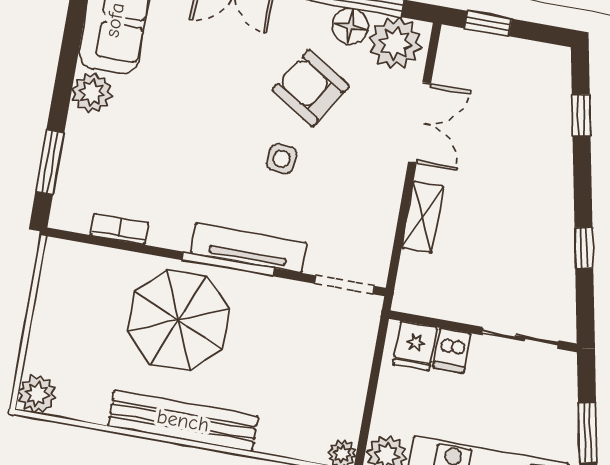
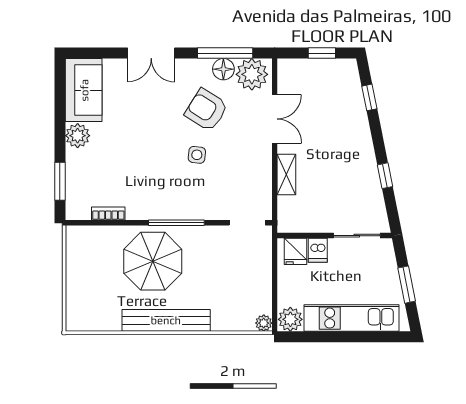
window: (488, 24) -> (322, 53), moved
tv unit: (249, 248) -> (187, 211), removed
plant: (37, 394) -> (77, 320), removed

